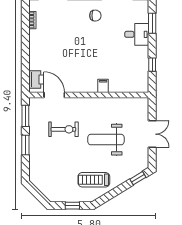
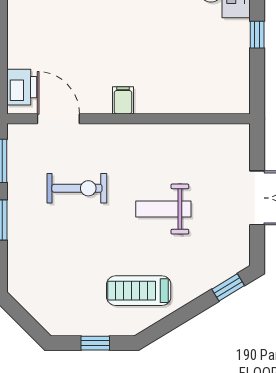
window: (152, 65) -> (257, 35), moved
filing cabinet: (103, 86) -> (123, 100), moved
weight bench: (106, 140) -> (163, 209), width x0.73, depth x0.75

